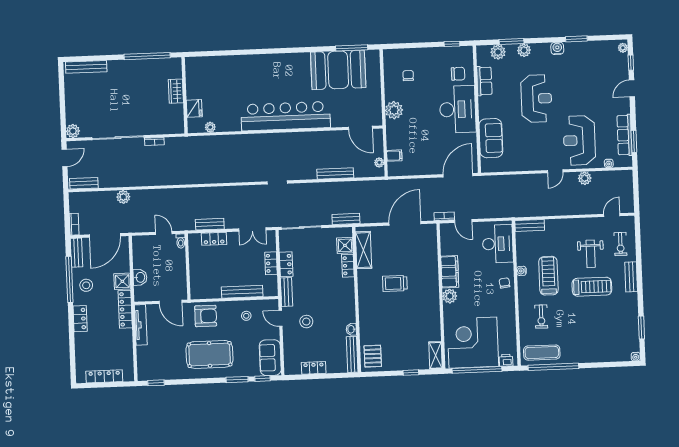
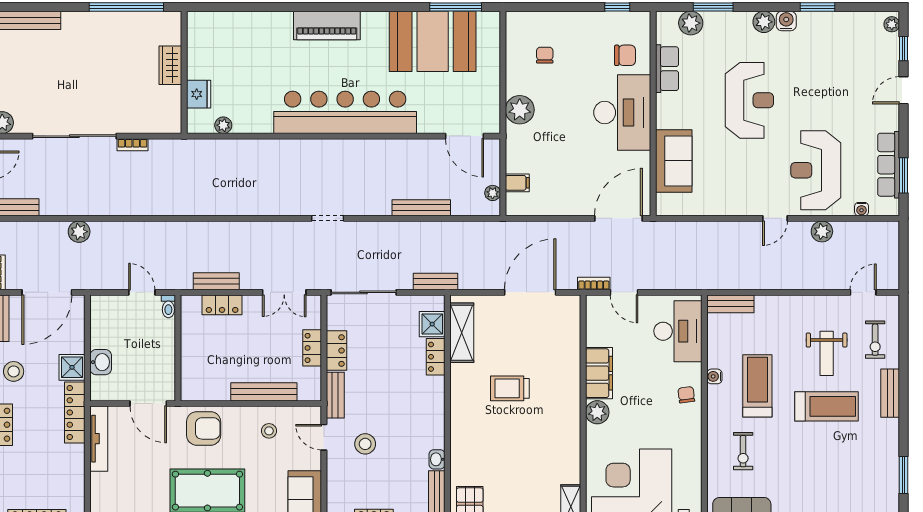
plant: (524, 50) -> (764, 22), moved
piano: (272, 63) -> (327, 26), added

